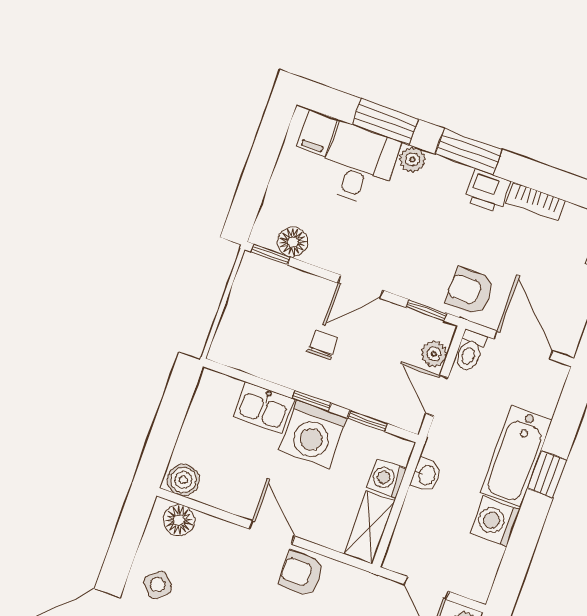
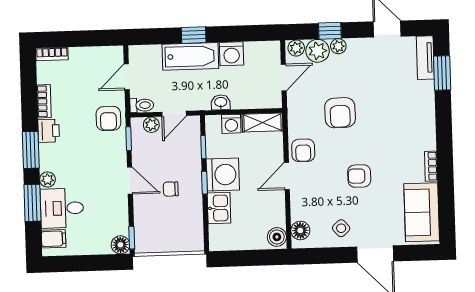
floor lamp: (293, 242) -> (120, 245), moved
door: (523, 345) -> (127, 77), width x0.73

